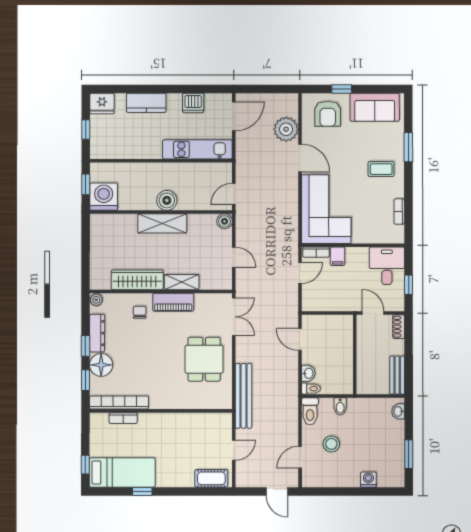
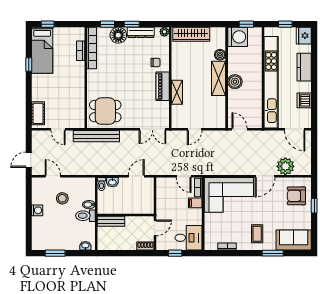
sofa: (375, 107) -> (294, 240), moved, turned 90
kitchen unit: (197, 149) -> (271, 82), width x1.86
boiler: (225, 221) -> (220, 55), moved
wardrobe: (137, 280) -> (191, 34), moved, turned 90
dining table: (204, 359) -> (105, 111), moved
bench: (397, 375) -> (111, 221), moved
toilet: (310, 411) -> (85, 216), moved
washing machine: (368, 480) -> (37, 210), moved

